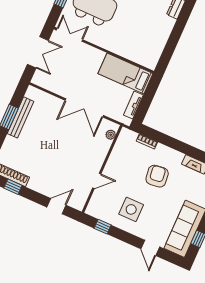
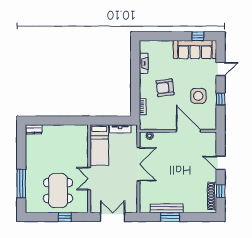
double door: (70, 35) -> (89, 179), moved
door: (97, 181) -> (188, 131), width x1.88
door: (56, 206) -> (221, 163), moved
window: (103, 227) -> (221, 99), moved

